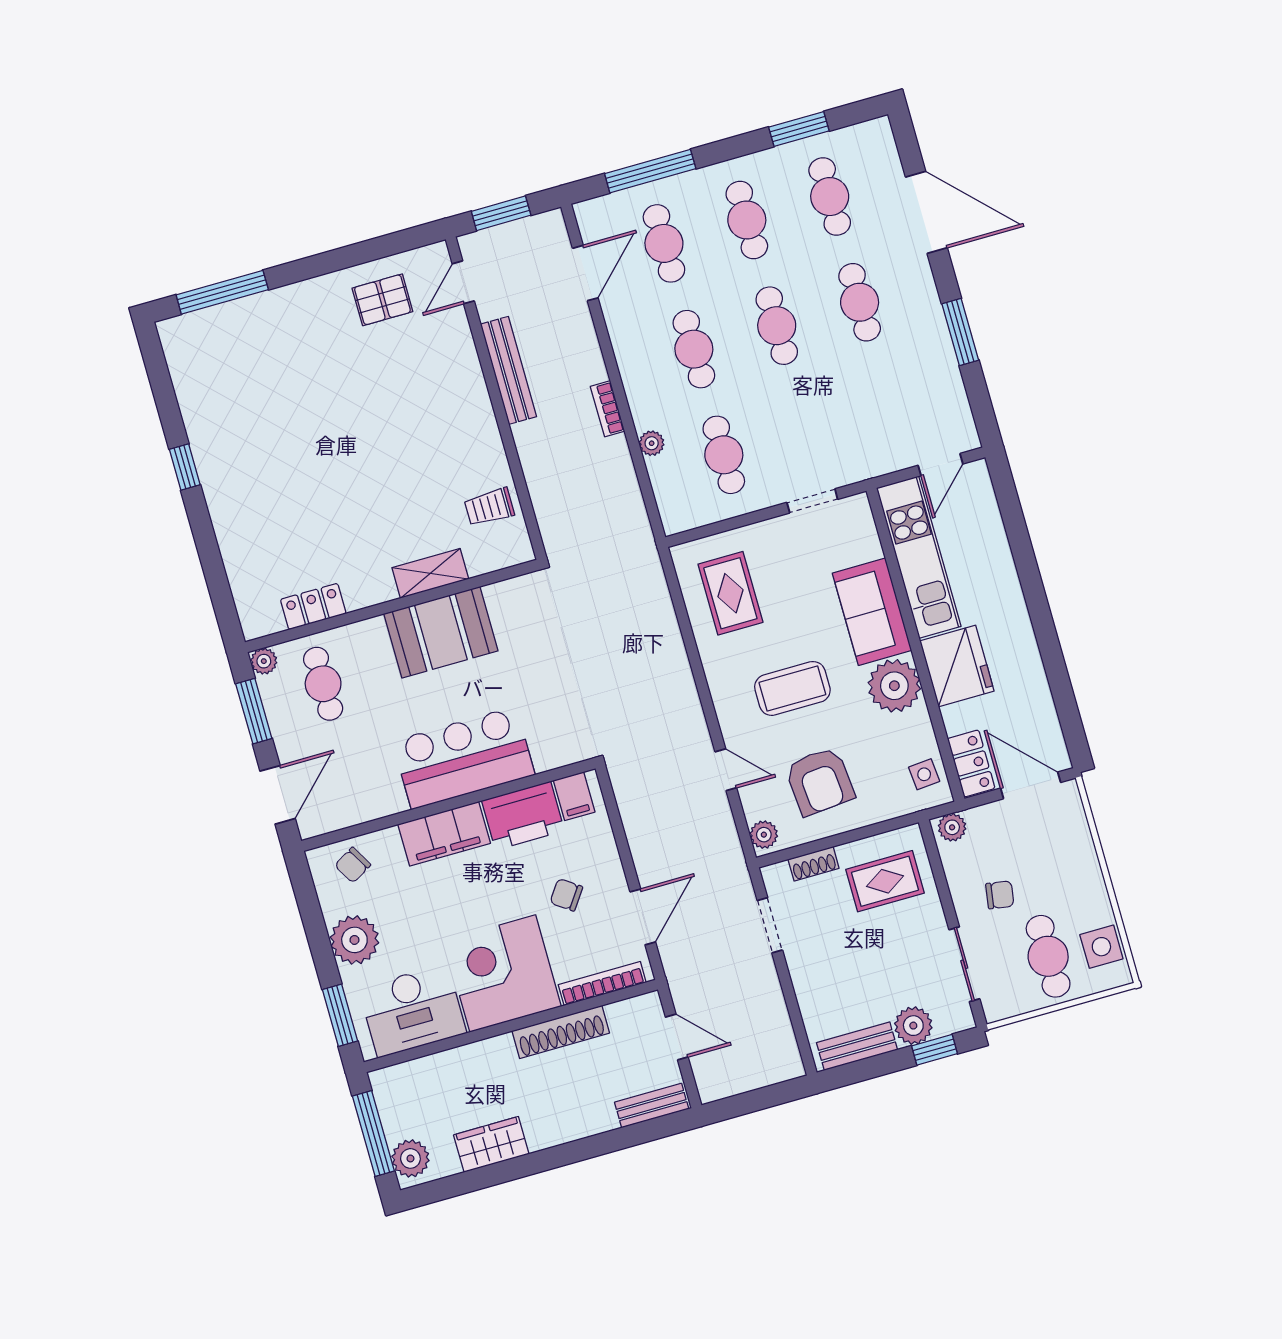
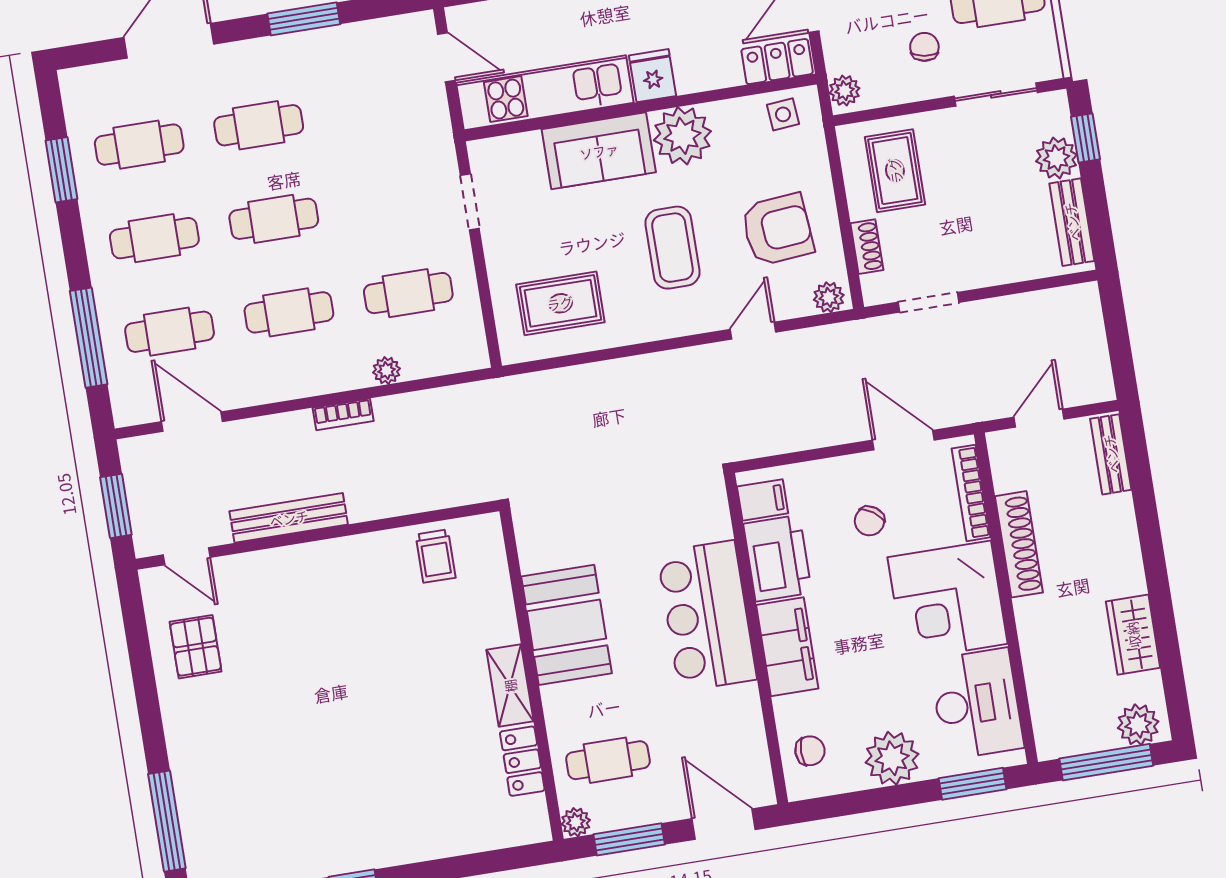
shelving: (430, 573) -> (510, 686), moved
fridge: (957, 666) -> (653, 76), width x0.53, depth x0.75
chair: (353, 865) -> (810, 751), turned -60

